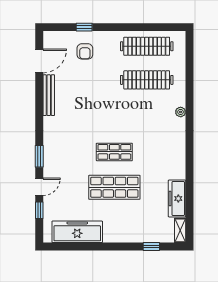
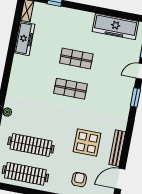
display table: (84, 95) -> (87, 143), added
shop shelf: (114, 187) -> (76, 58), width x0.70, depth x0.74

